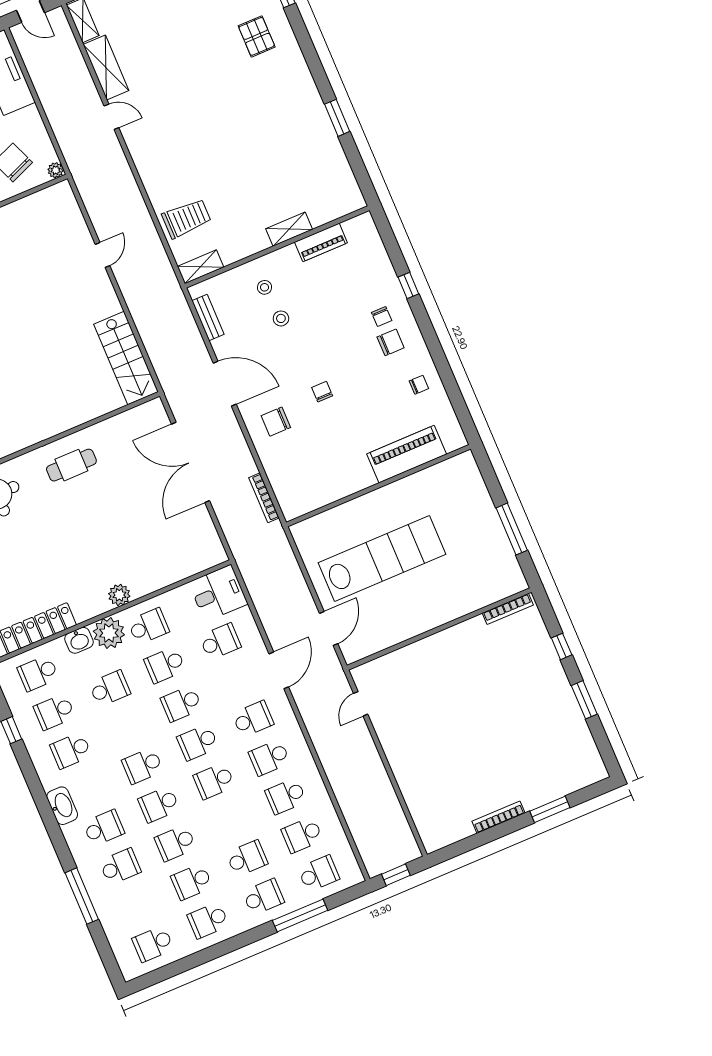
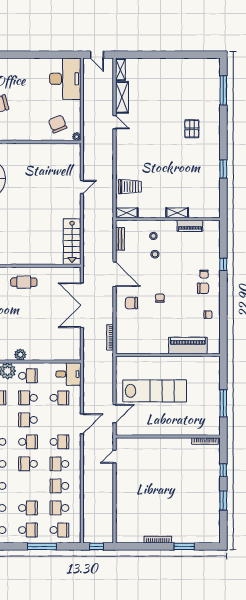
pallet: (257, 36) -> (192, 129), moved
school desk: (198, 742) -> (28, 442), turned 180

